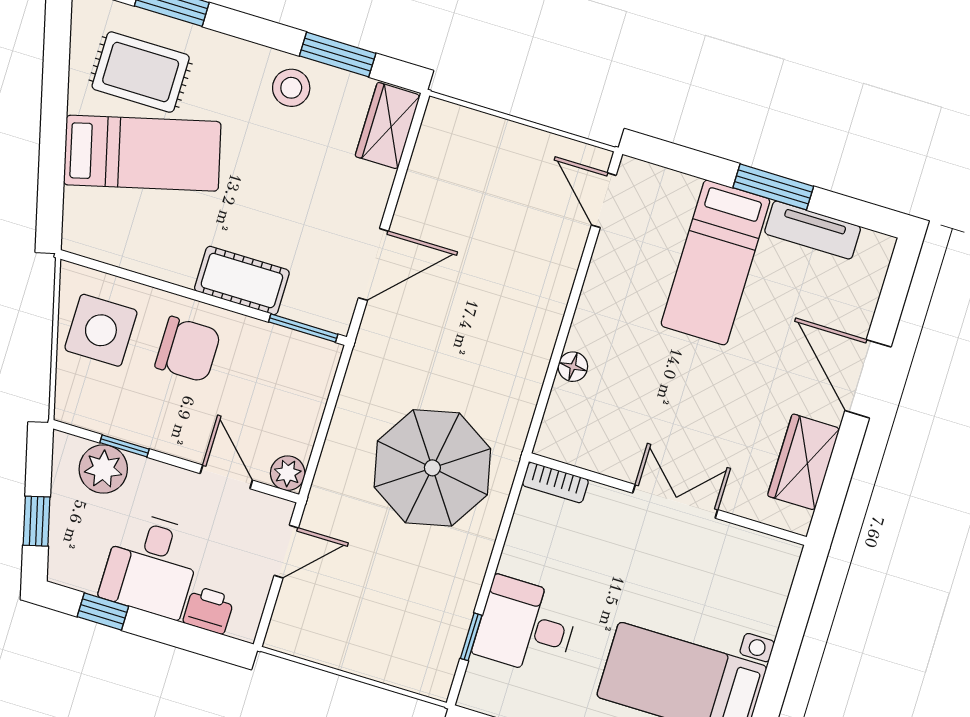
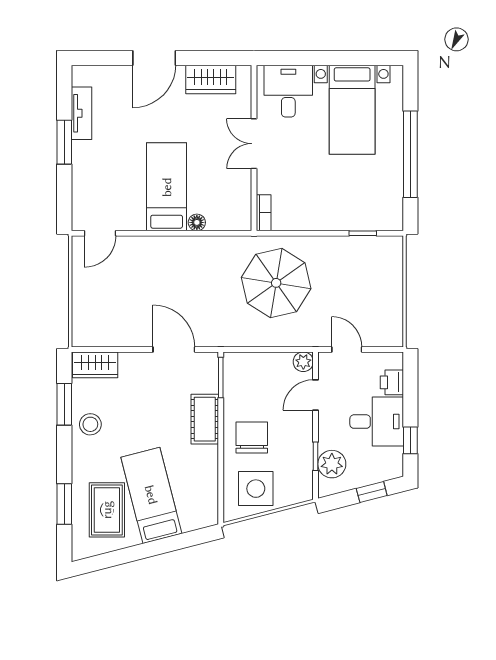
bed: (715, 262) -> (167, 187), moved, turned -90
desk: (526, 626) -> (288, 91), moved, turned 180

